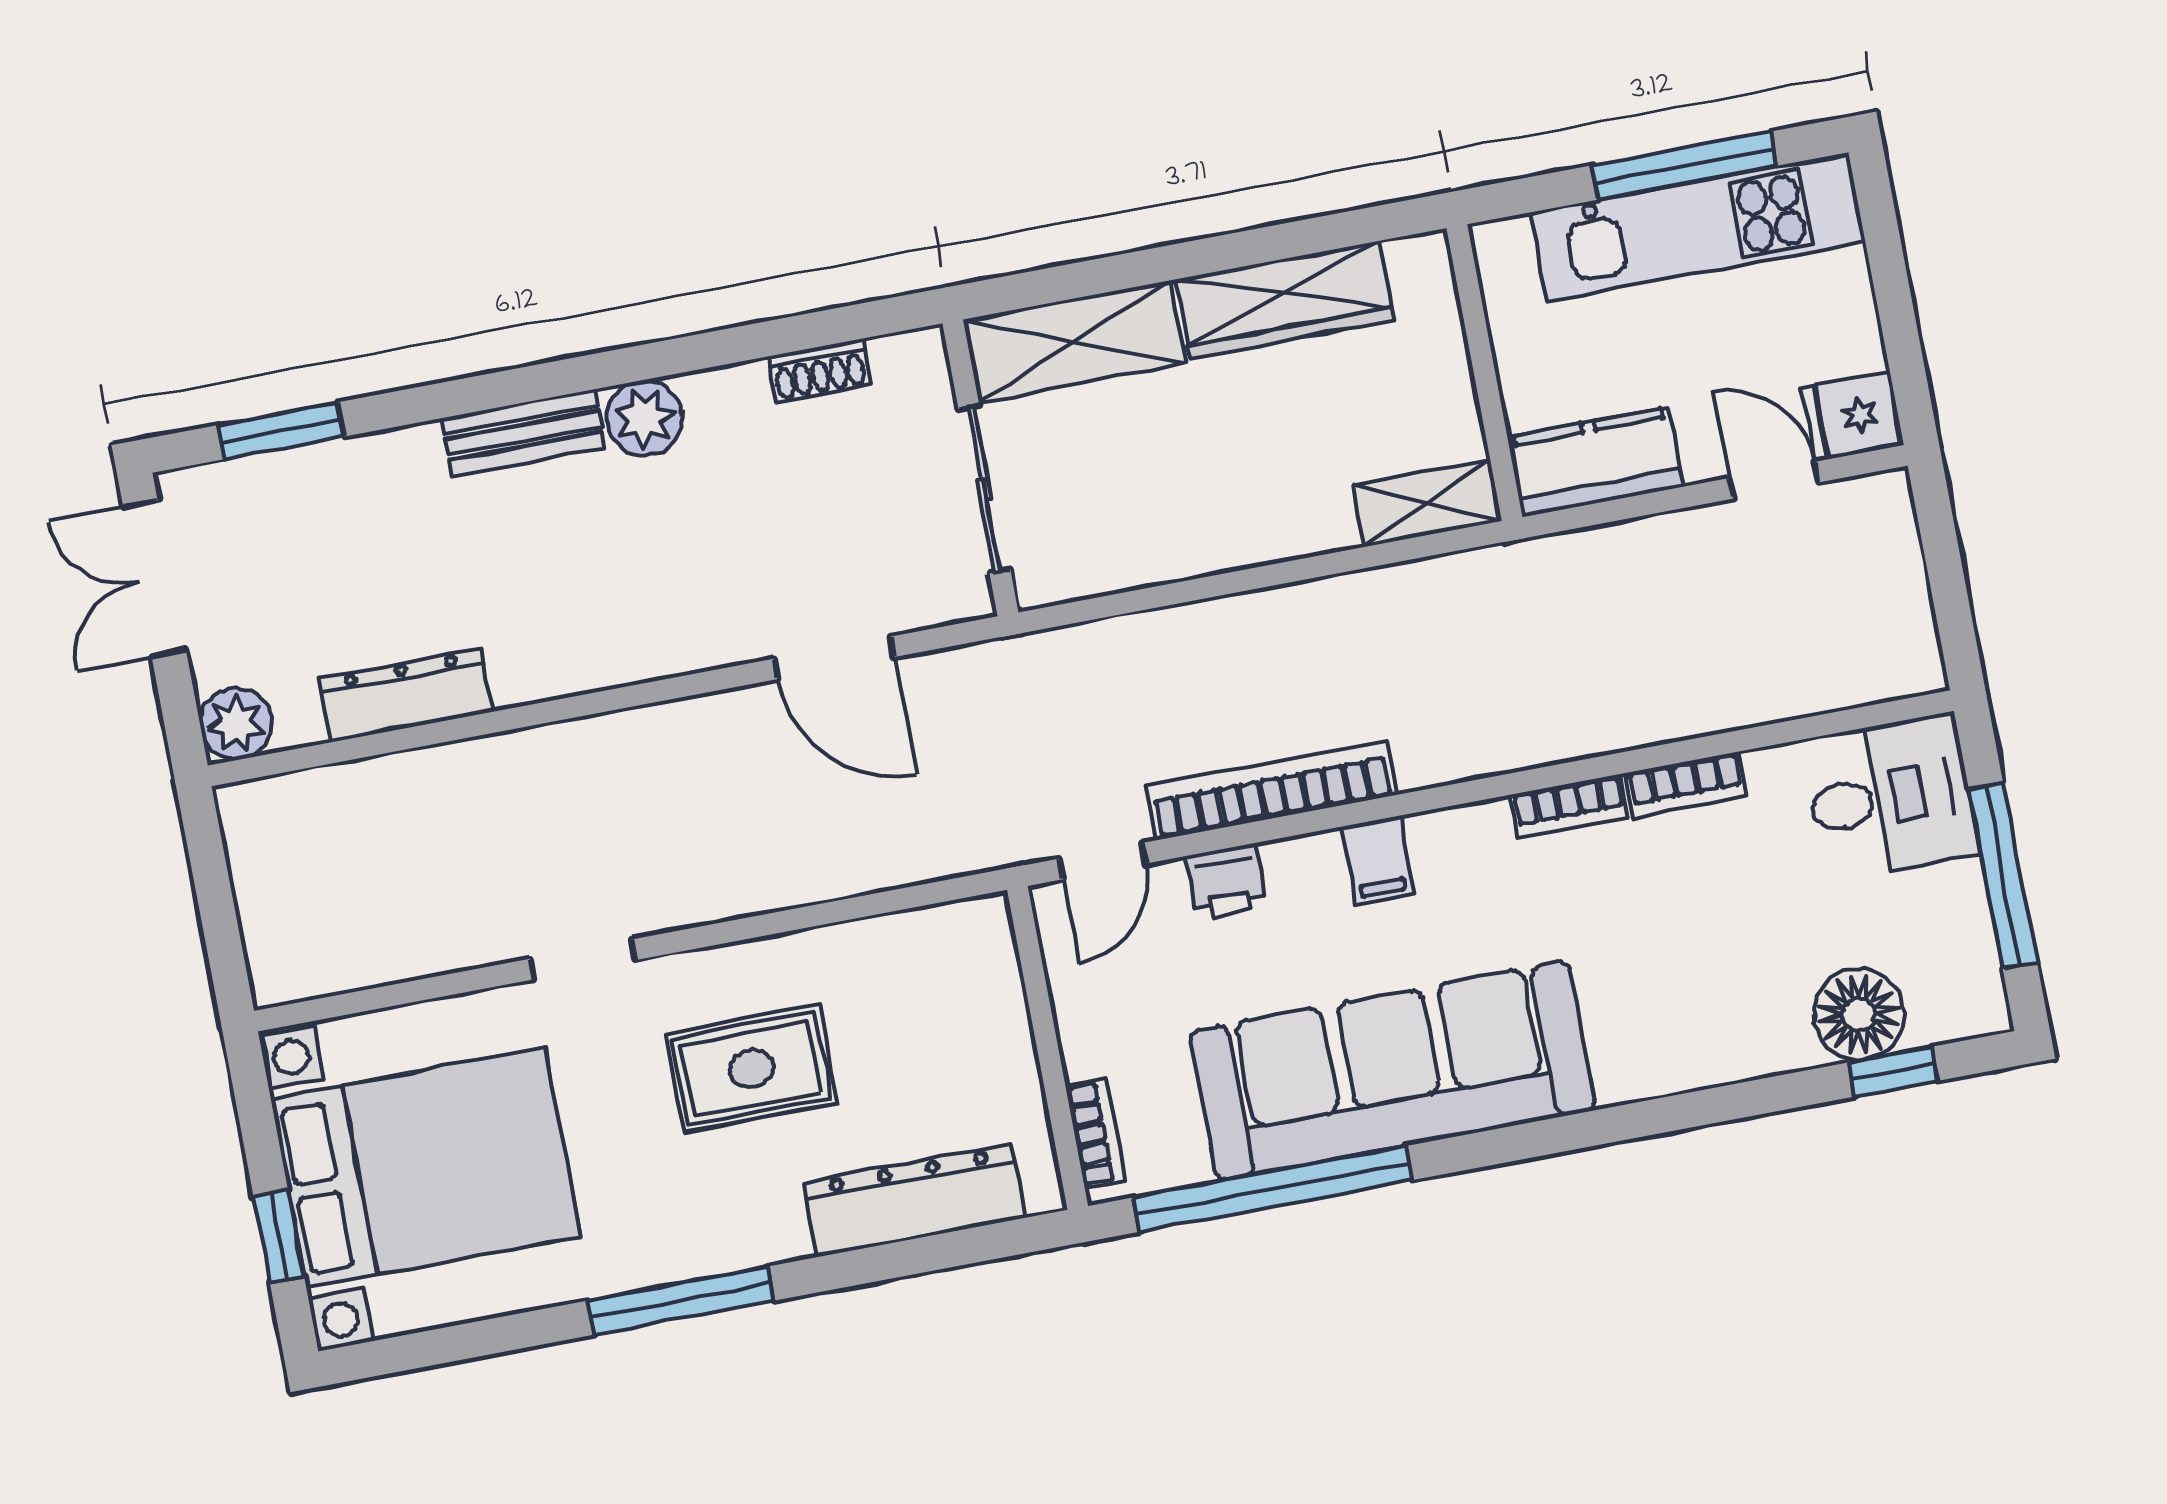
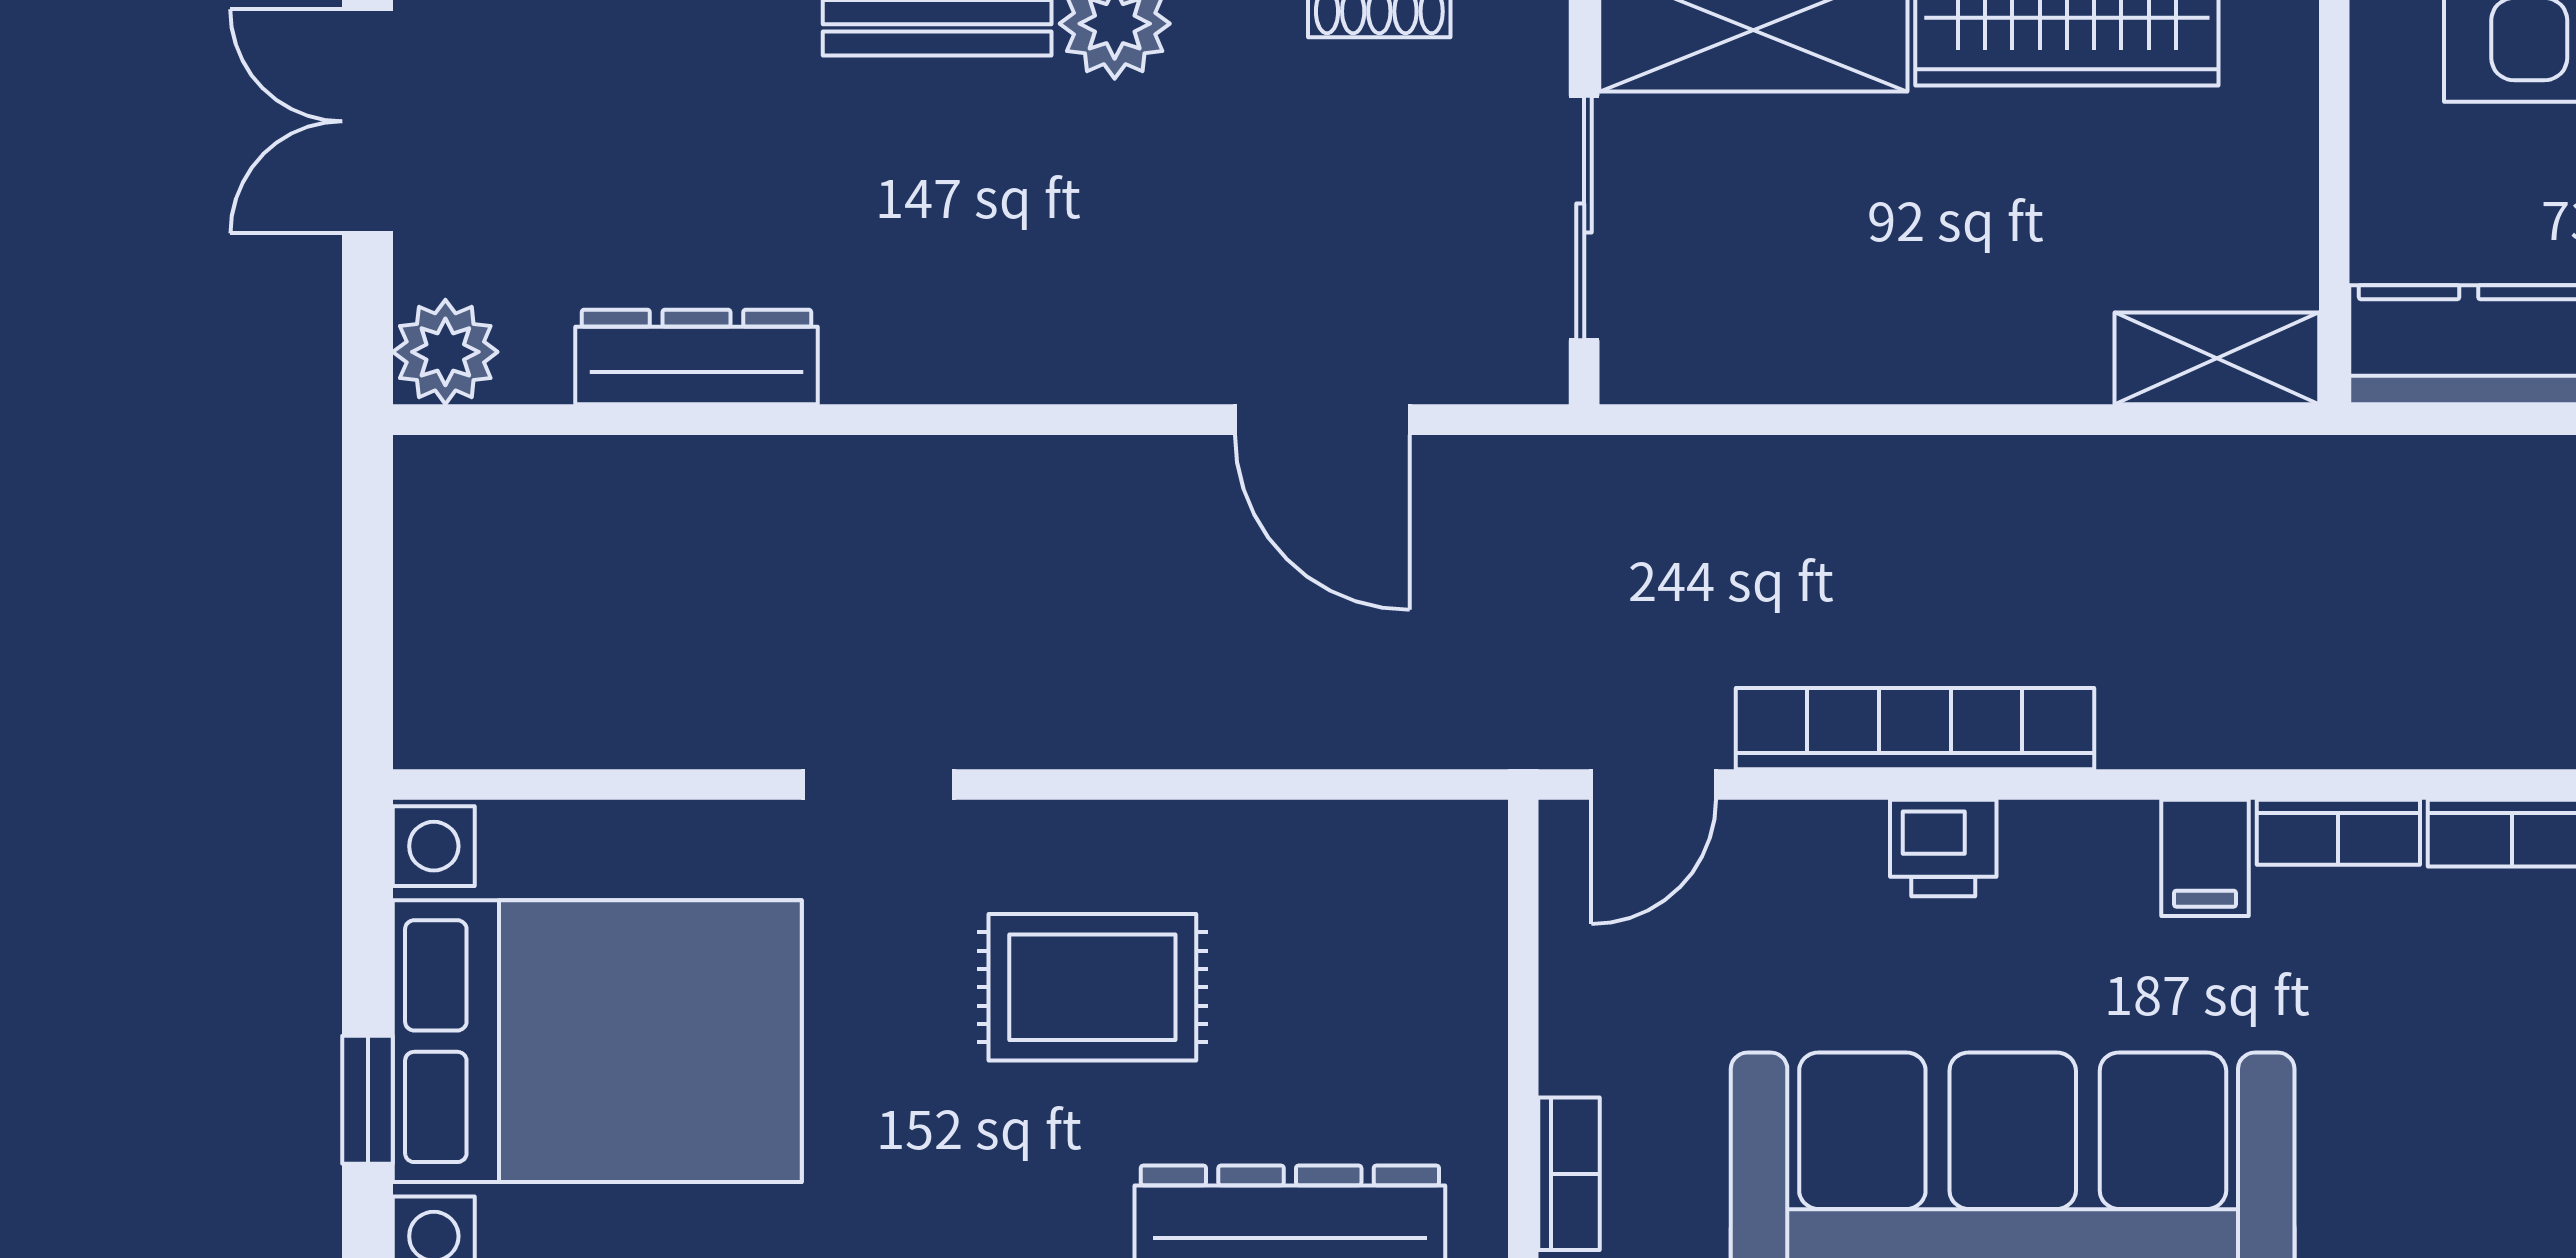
filing cabinet: (1378, 860) -> (2205, 858), moved
printer: (1226, 882) -> (1943, 848), moved

